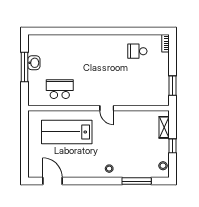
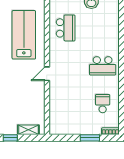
school desk: (99, 51) -> (103, 66), added
window: (172, 86) -> (90, 138), moved

